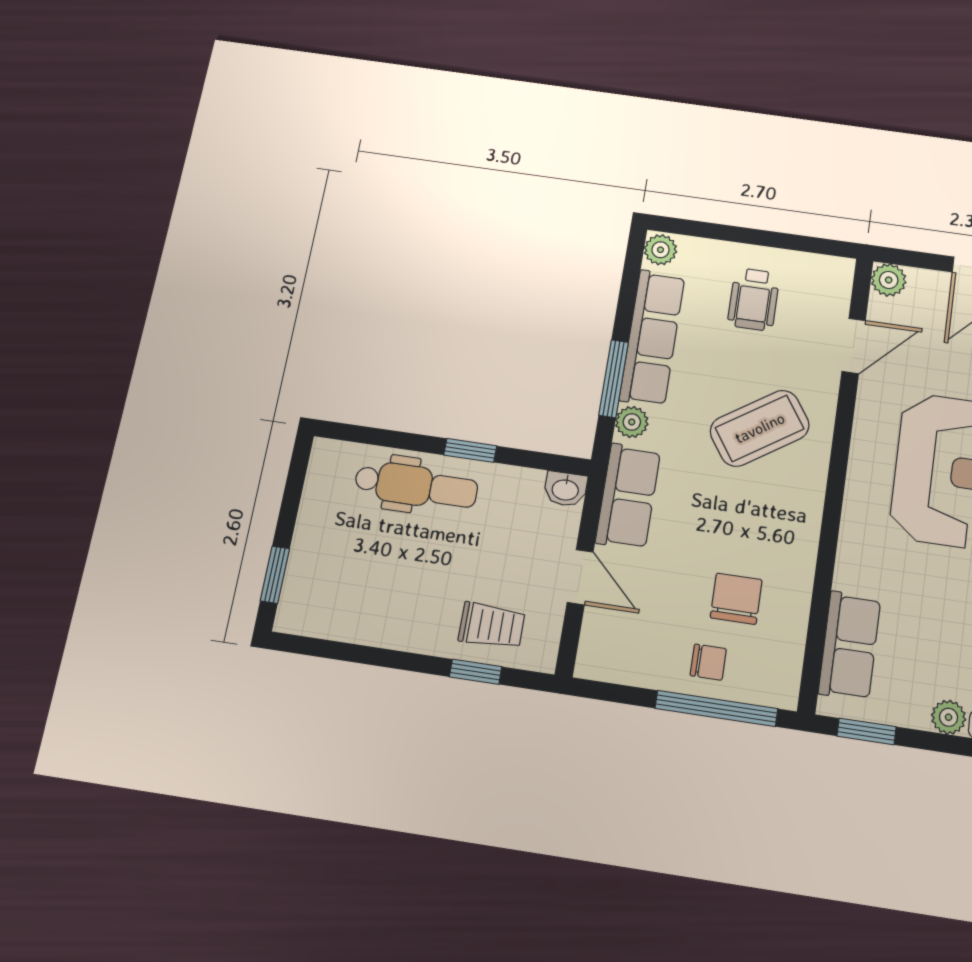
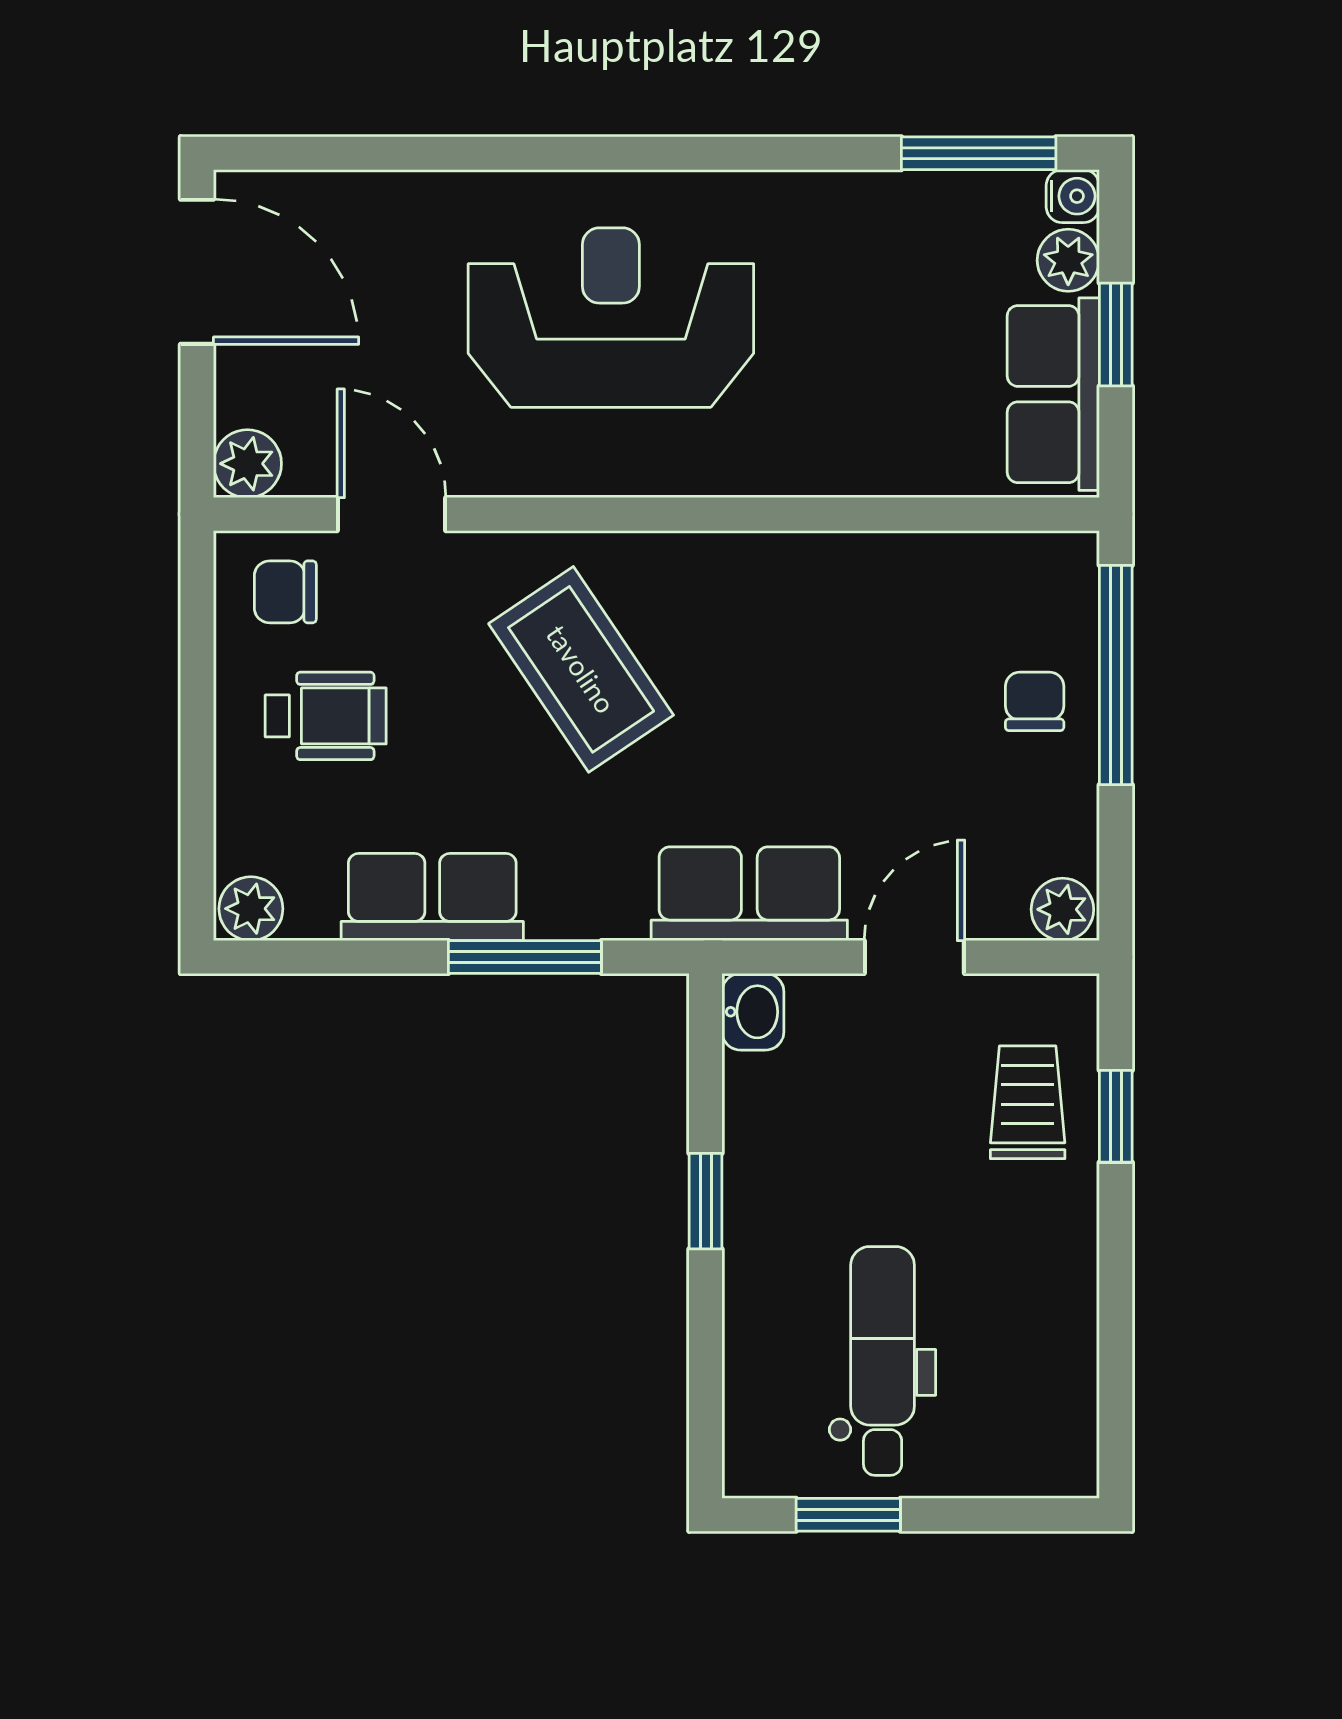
row of seats: (652, 338) -> (432, 897), width x0.68
plant: (632, 422) -> (1062, 909), moved
dental chair: (416, 486) -> (883, 1361), moved
window: (275, 575) -> (848, 1515), moved
chair: (736, 599) -> (285, 592), moved, width x0.73, depth x0.73
row of seats: (850, 646) -> (1053, 394), moved, turned -90
window: (867, 731) -> (1116, 335), moved

